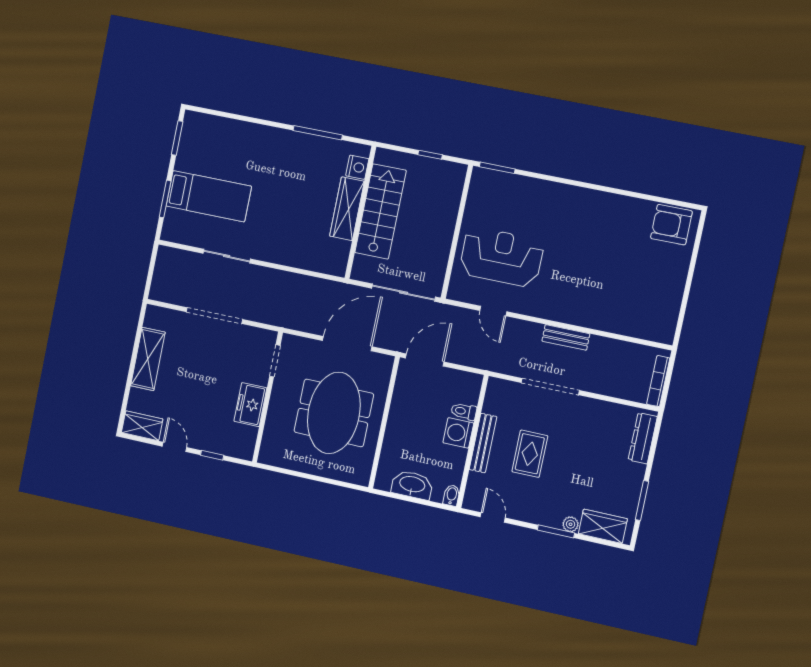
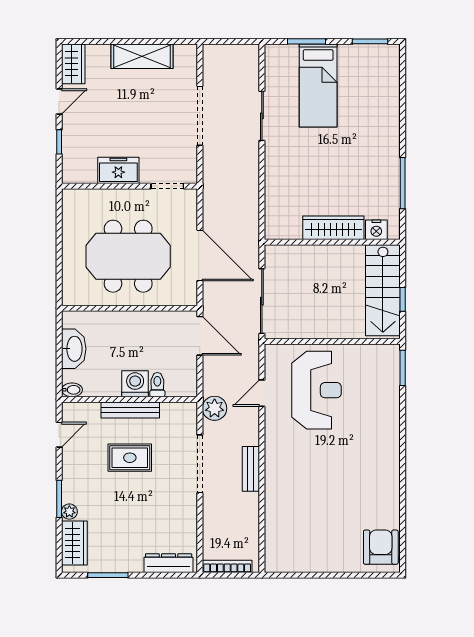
stairs: (381, 212) -> (383, 290), moved, turned 90
plant: (498, 361) -> (215, 408), added

